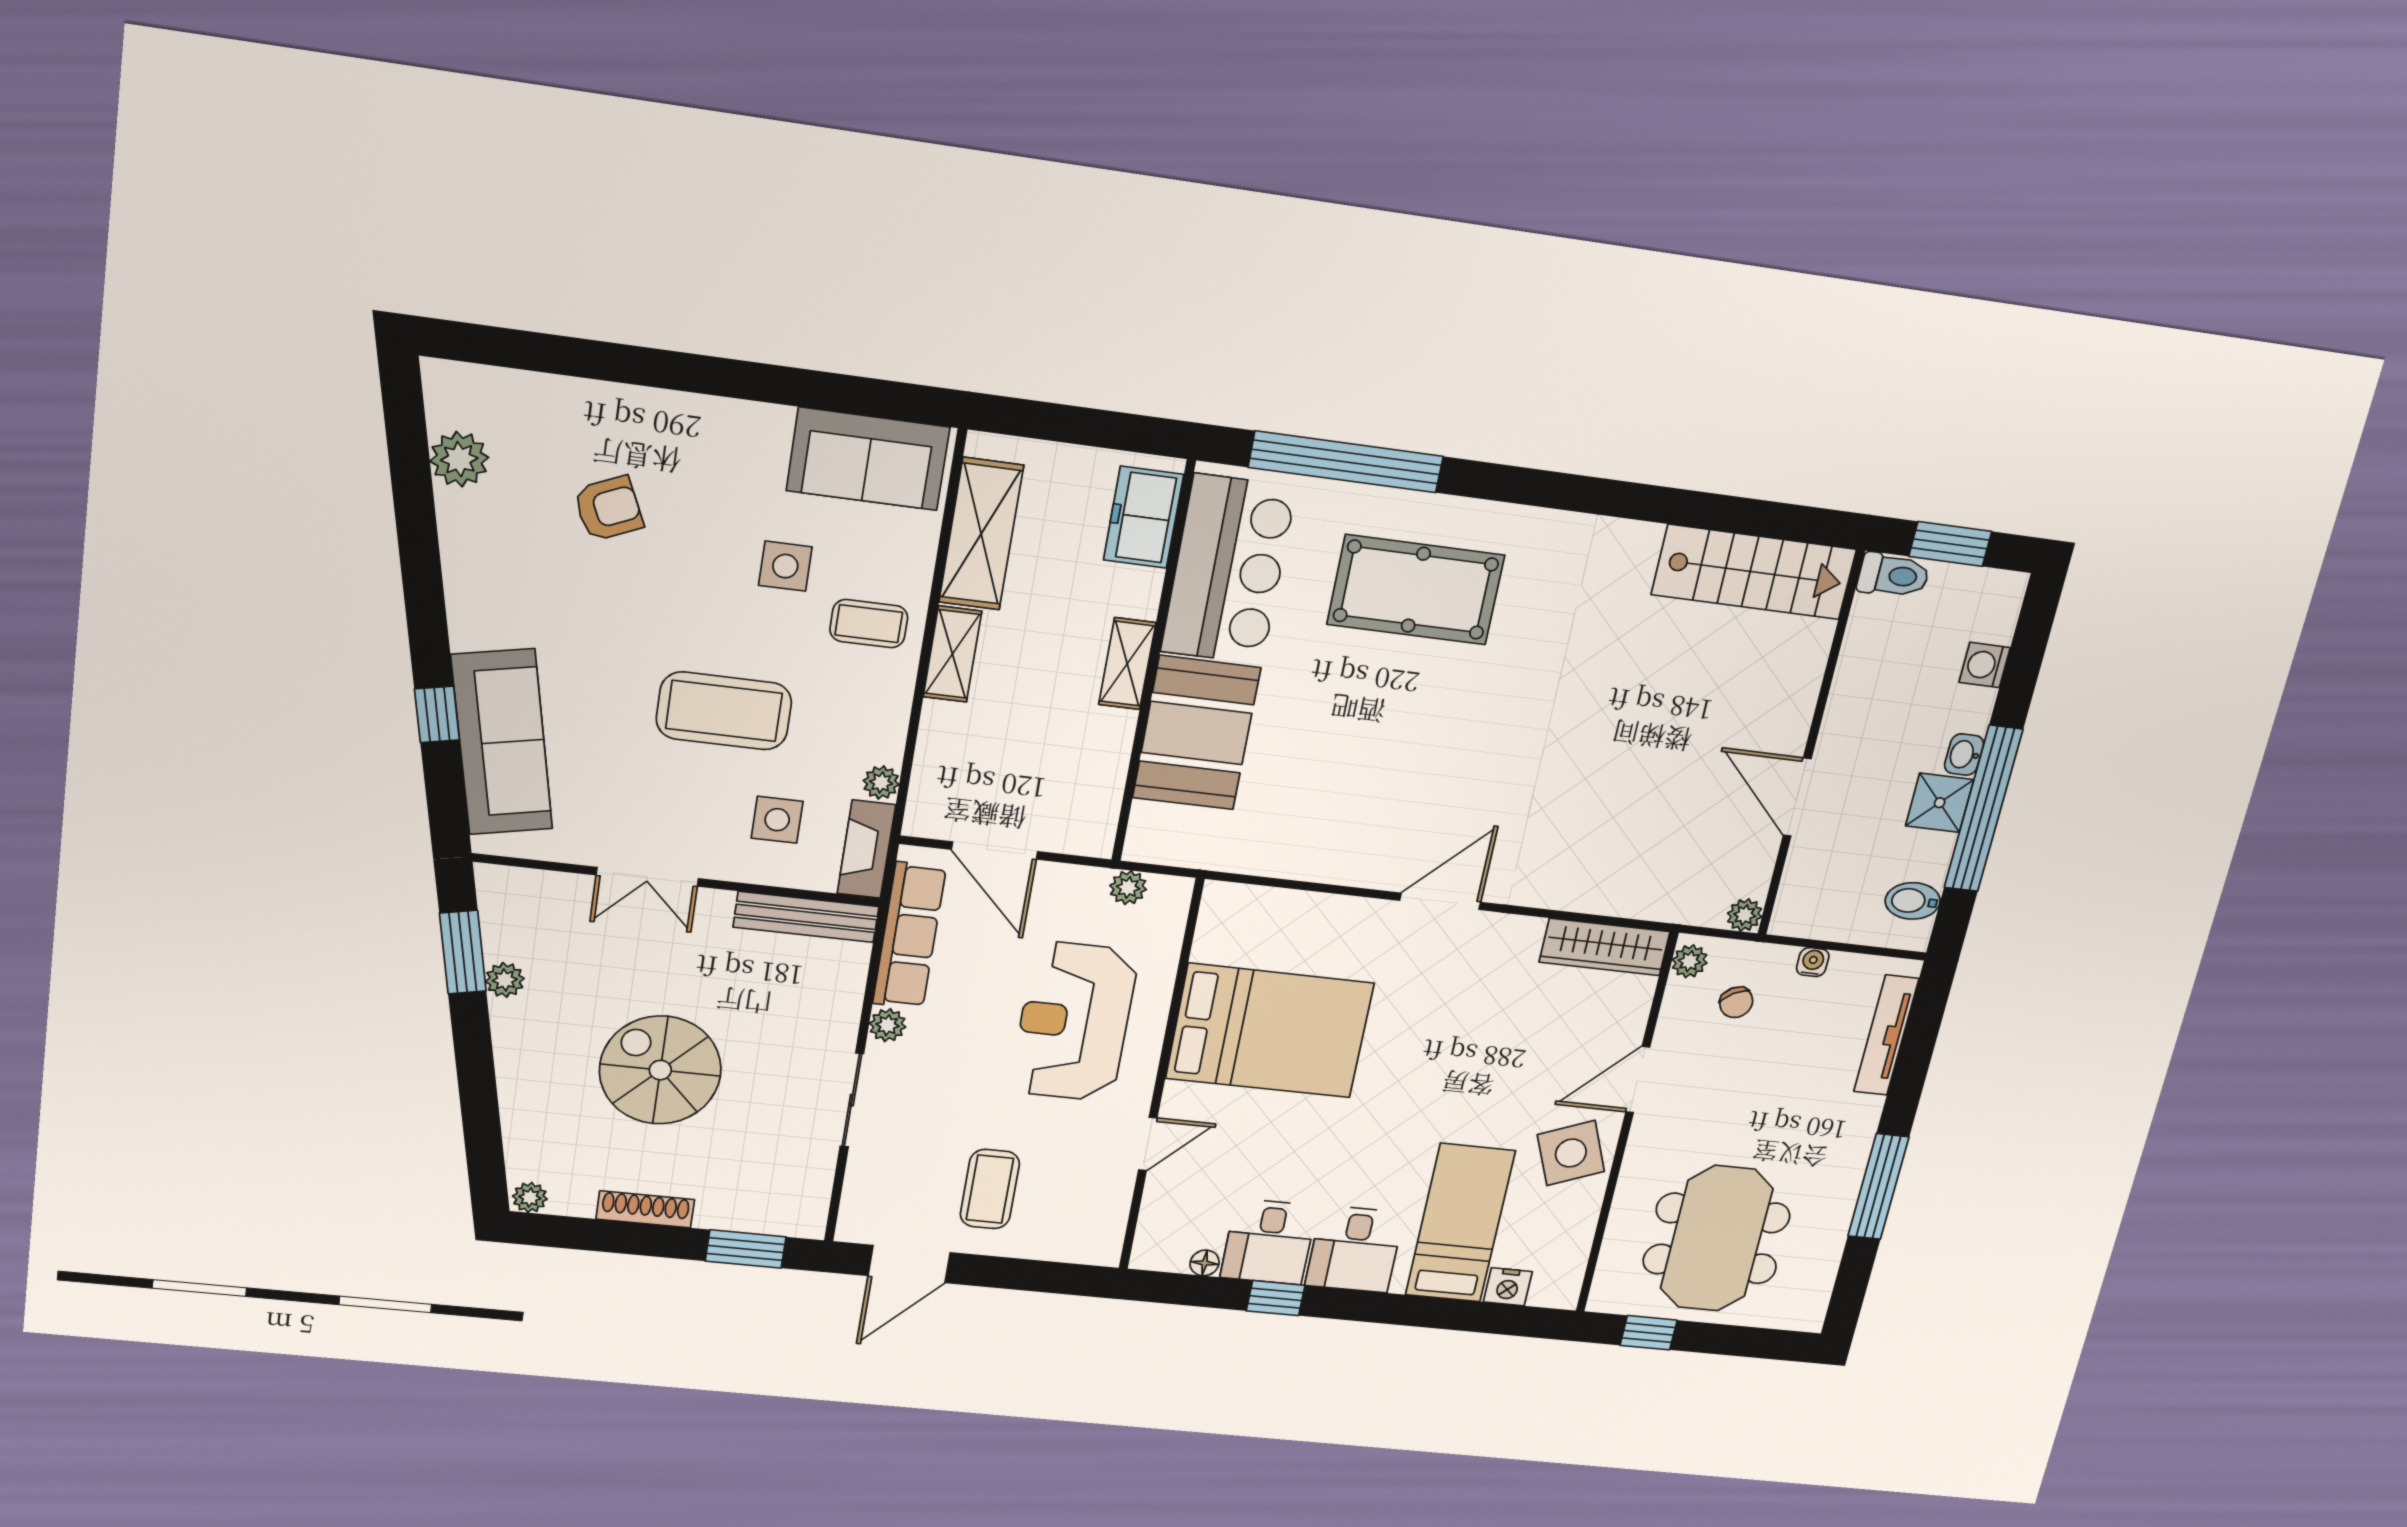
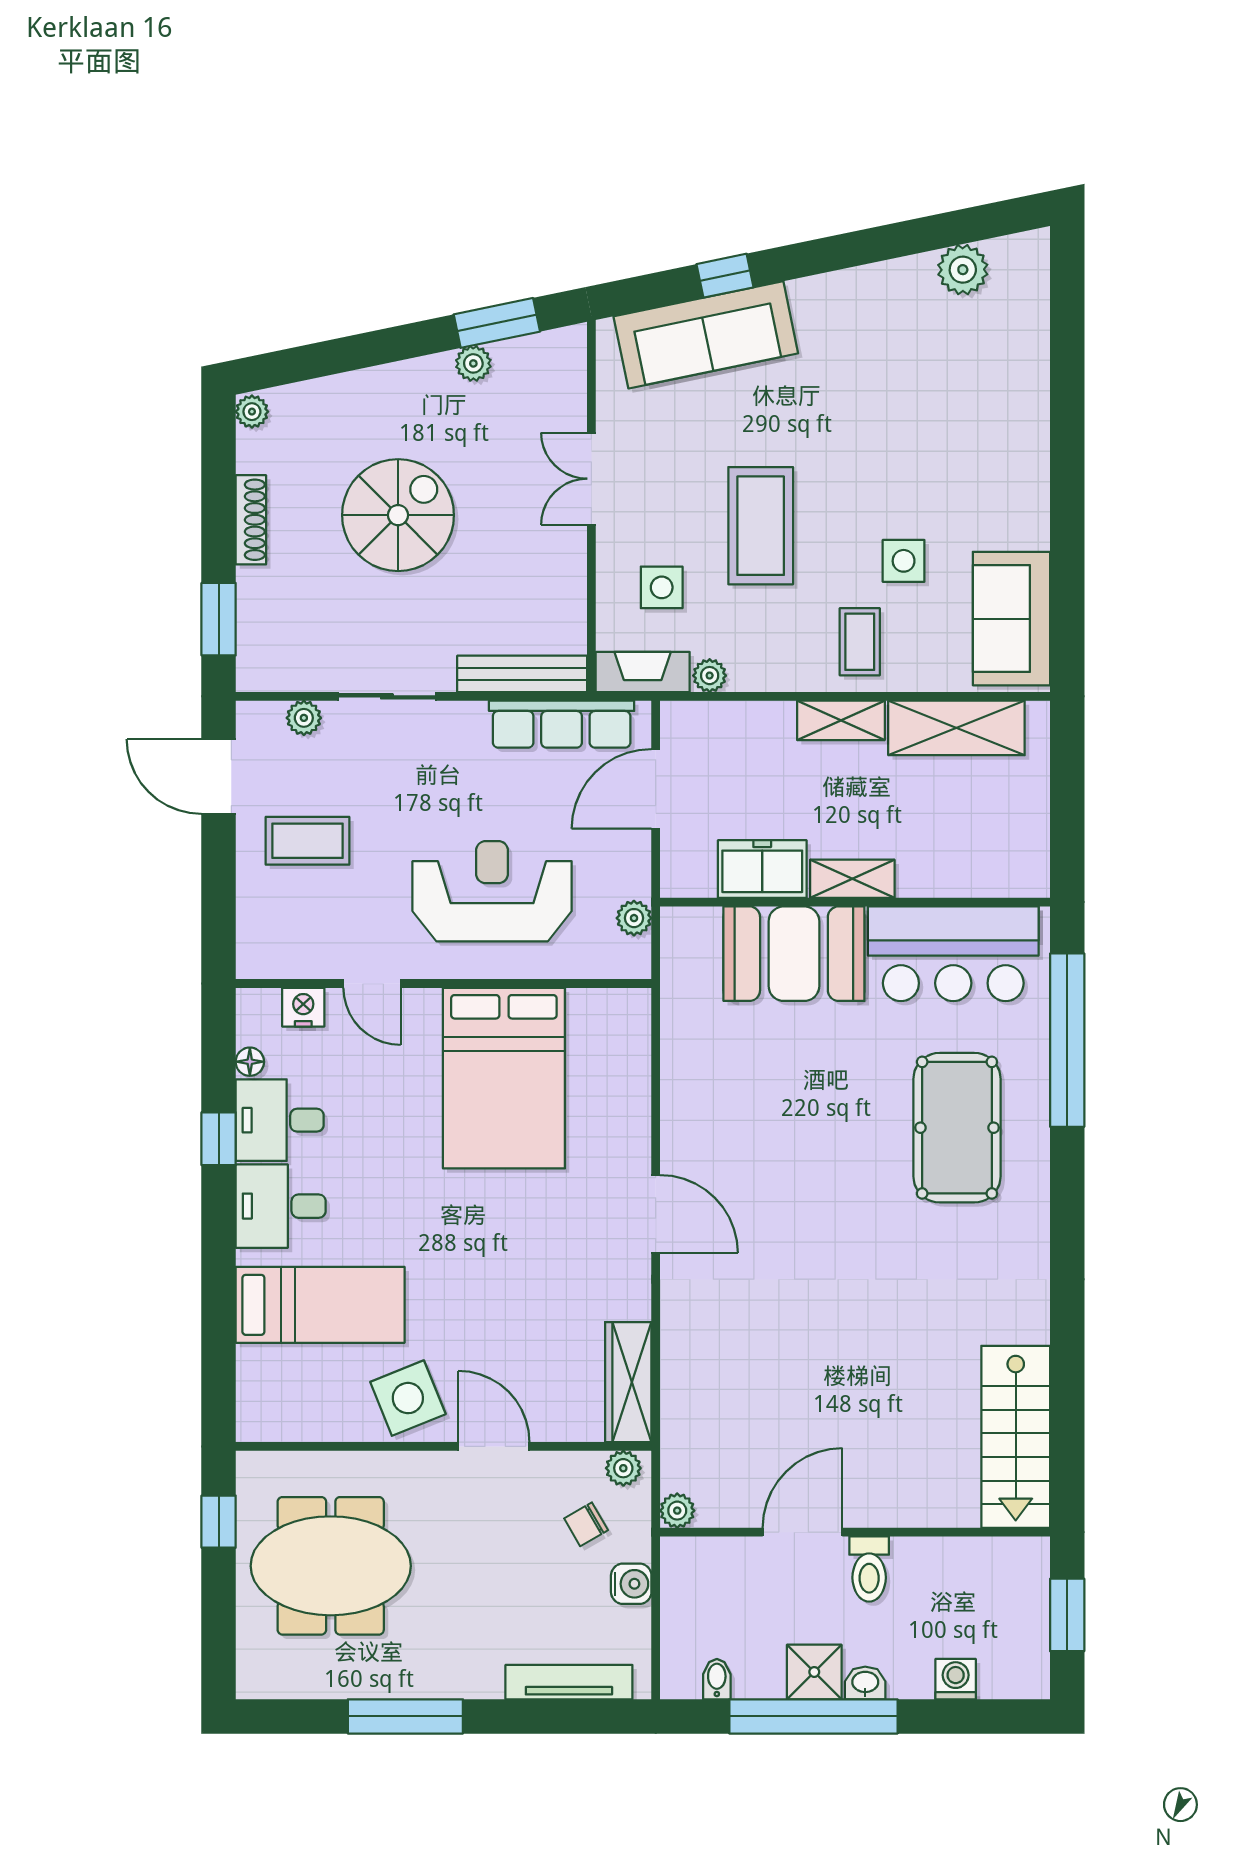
armchair: (608, 508) -> (936, 401), removed
freezer: (1143, 517) -> (762, 869), moved
toilet: (1893, 575) -> (869, 1569), moved
bidet: (1913, 901) -> (717, 1679), width x0.72, depth x0.74
bench: (806, 917) -> (522, 674), moved, turned 90
water cooler: (1813, 962) -> (631, 1584), width x1.38, depth x1.38
plant: (888, 1025) -> (304, 718), moved
nightstand: (1508, 1287) -> (303, 1007), moved, turned 90

